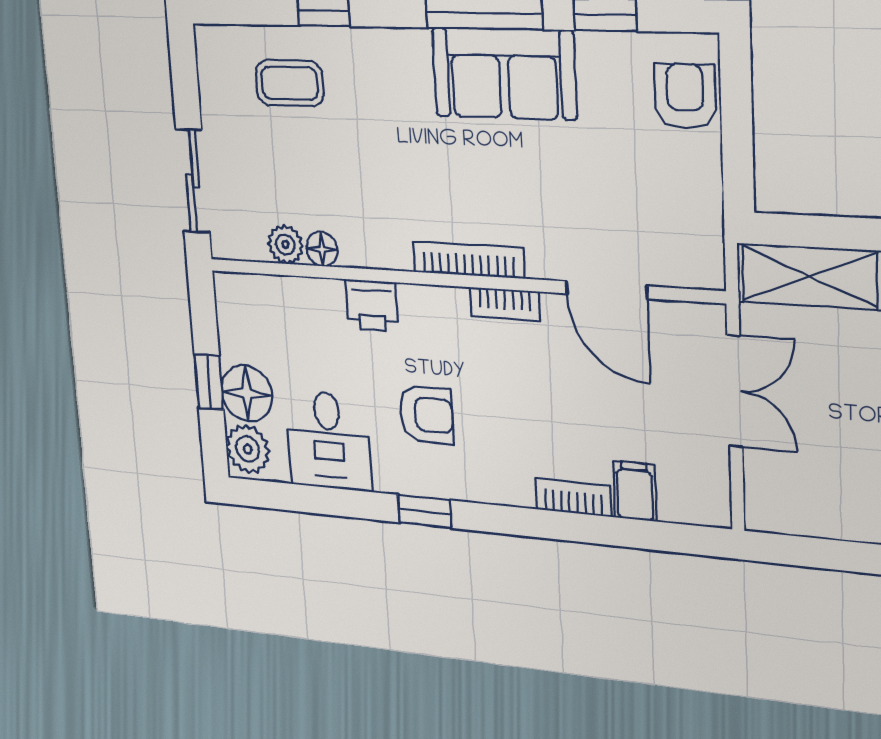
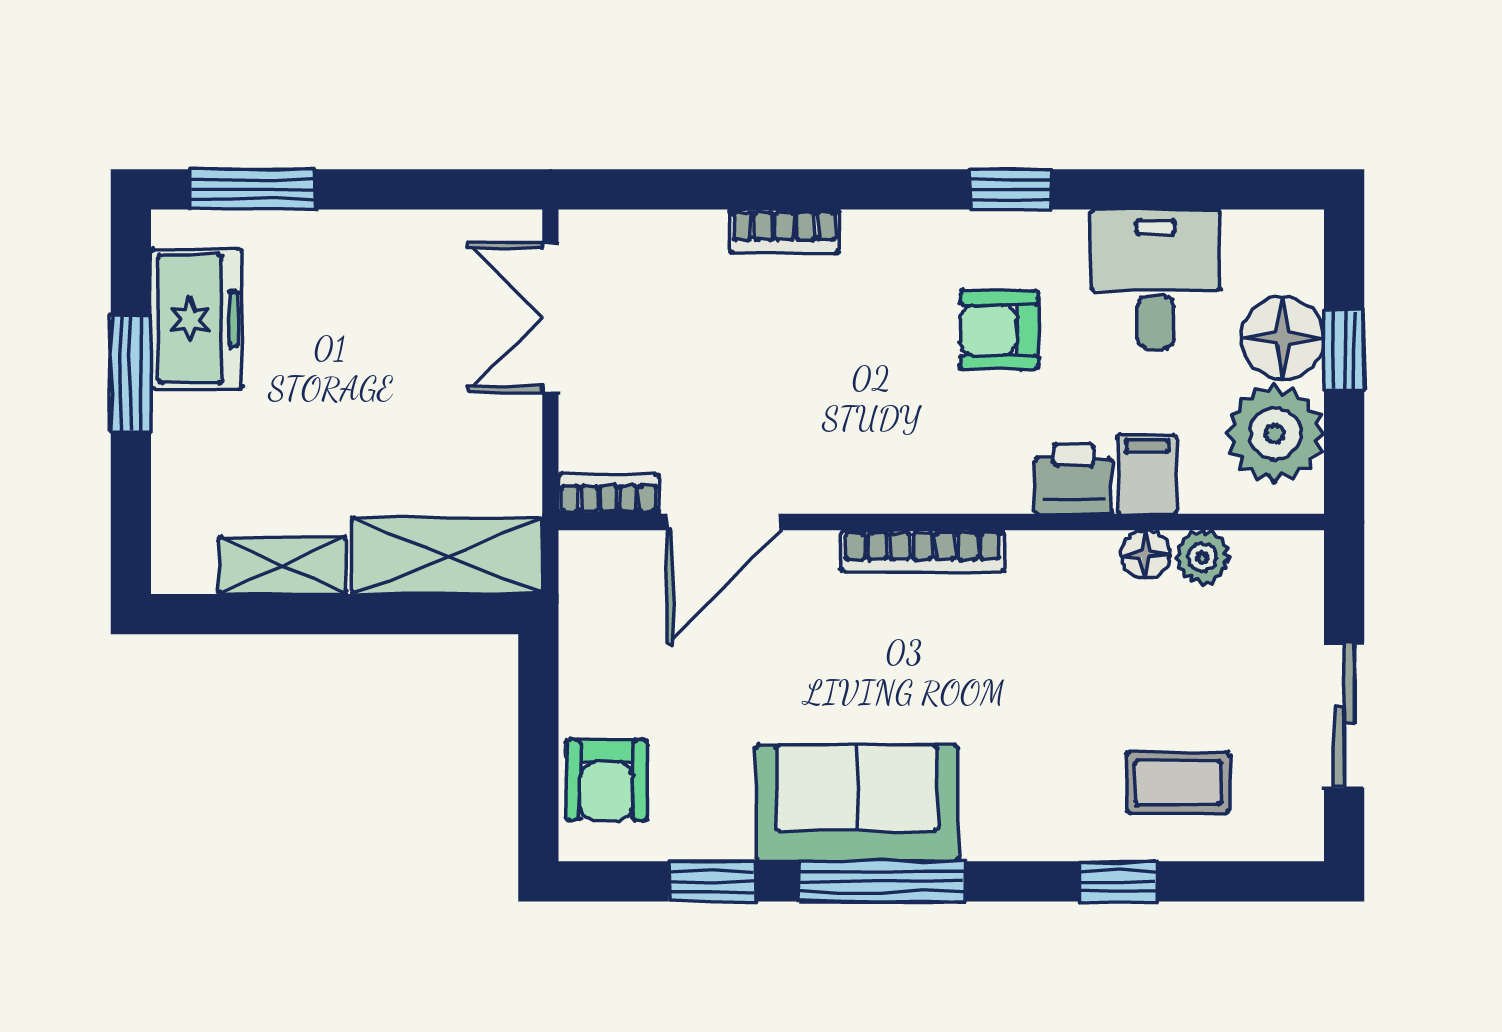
sliding door: (193, 181) -> (1344, 715), moved
door: (607, 290) -> (724, 522), swing flipped
bookcase: (505, 304) -> (609, 494), moved
double door: (735, 391) -> (550, 317), moved
plant: (248, 449) -> (1275, 434), moved, width x1.36, depth x1.36
filing cabinet: (635, 491) -> (1147, 474), moved, turned 180

